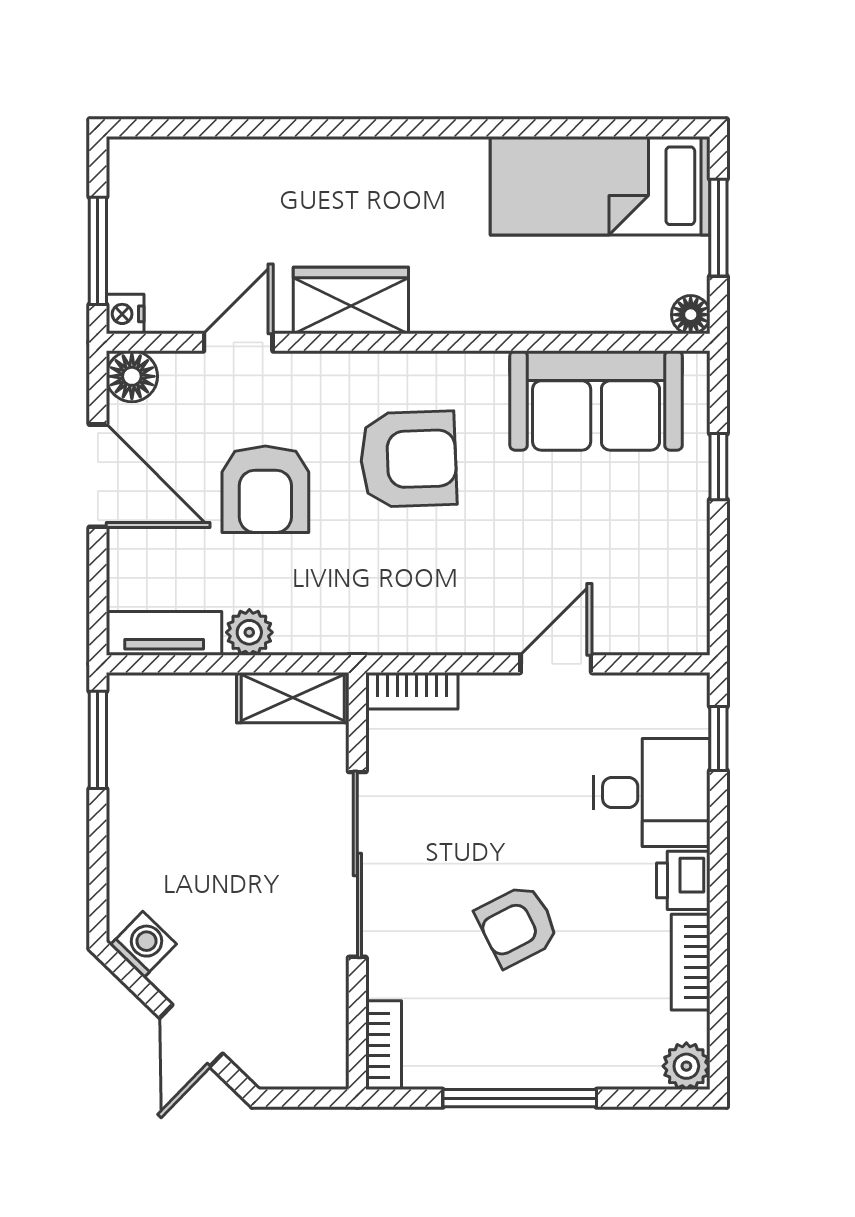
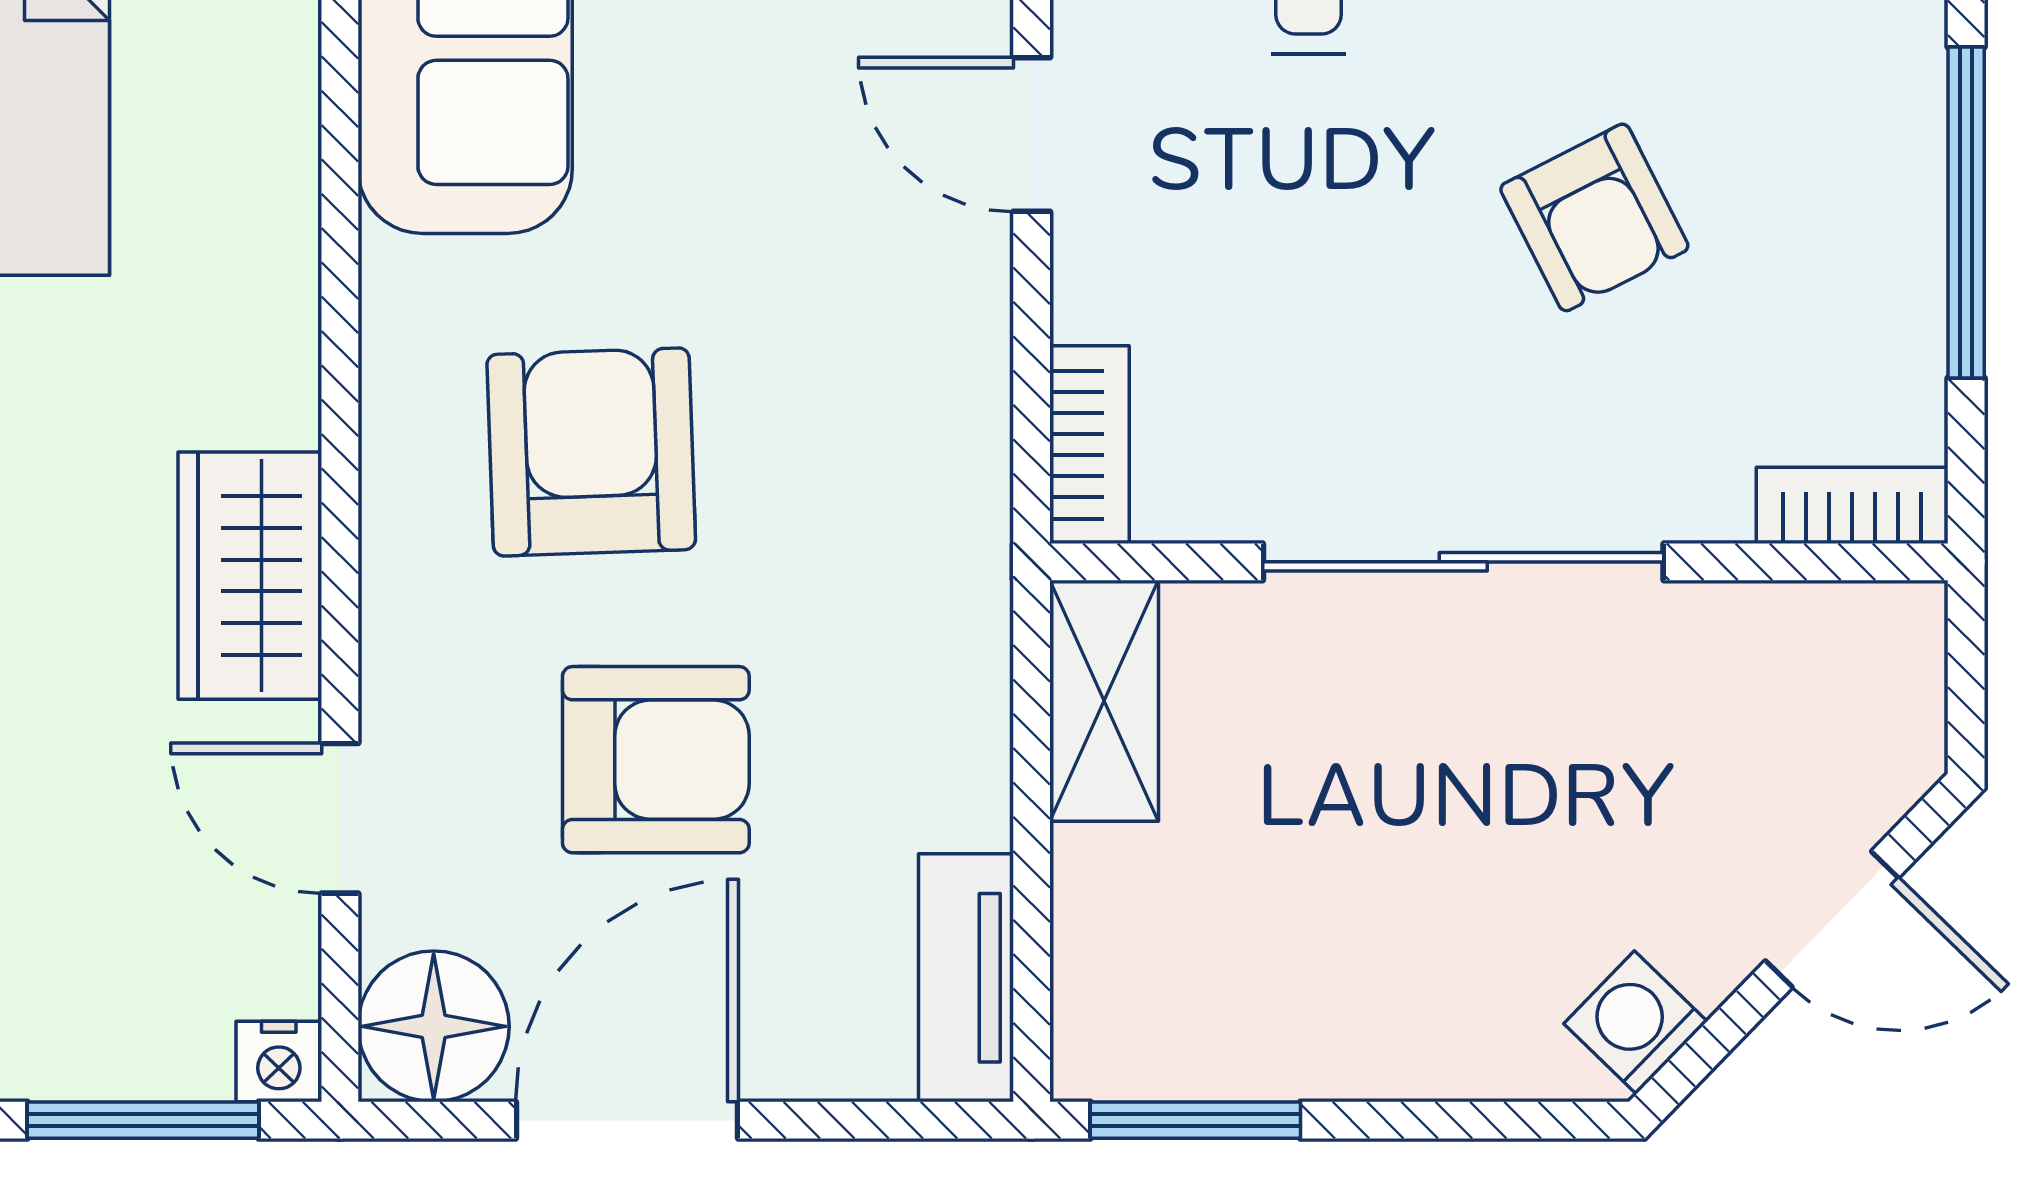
floor lamp: (132, 376) -> (434, 1026), width x1.38, depth x1.38
plant: (249, 632) -> (964, 794), removed

